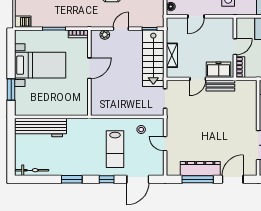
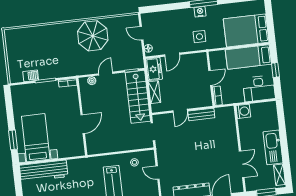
barbecue: (23, 22) -> (31, 76), moved
bed with nightstands: (40, 65) -> (36, 138), moved, turned -90
door: (89, 68) -> (83, 124), moved
freezer: (219, 70) -> (154, 69), moved, turned 90

